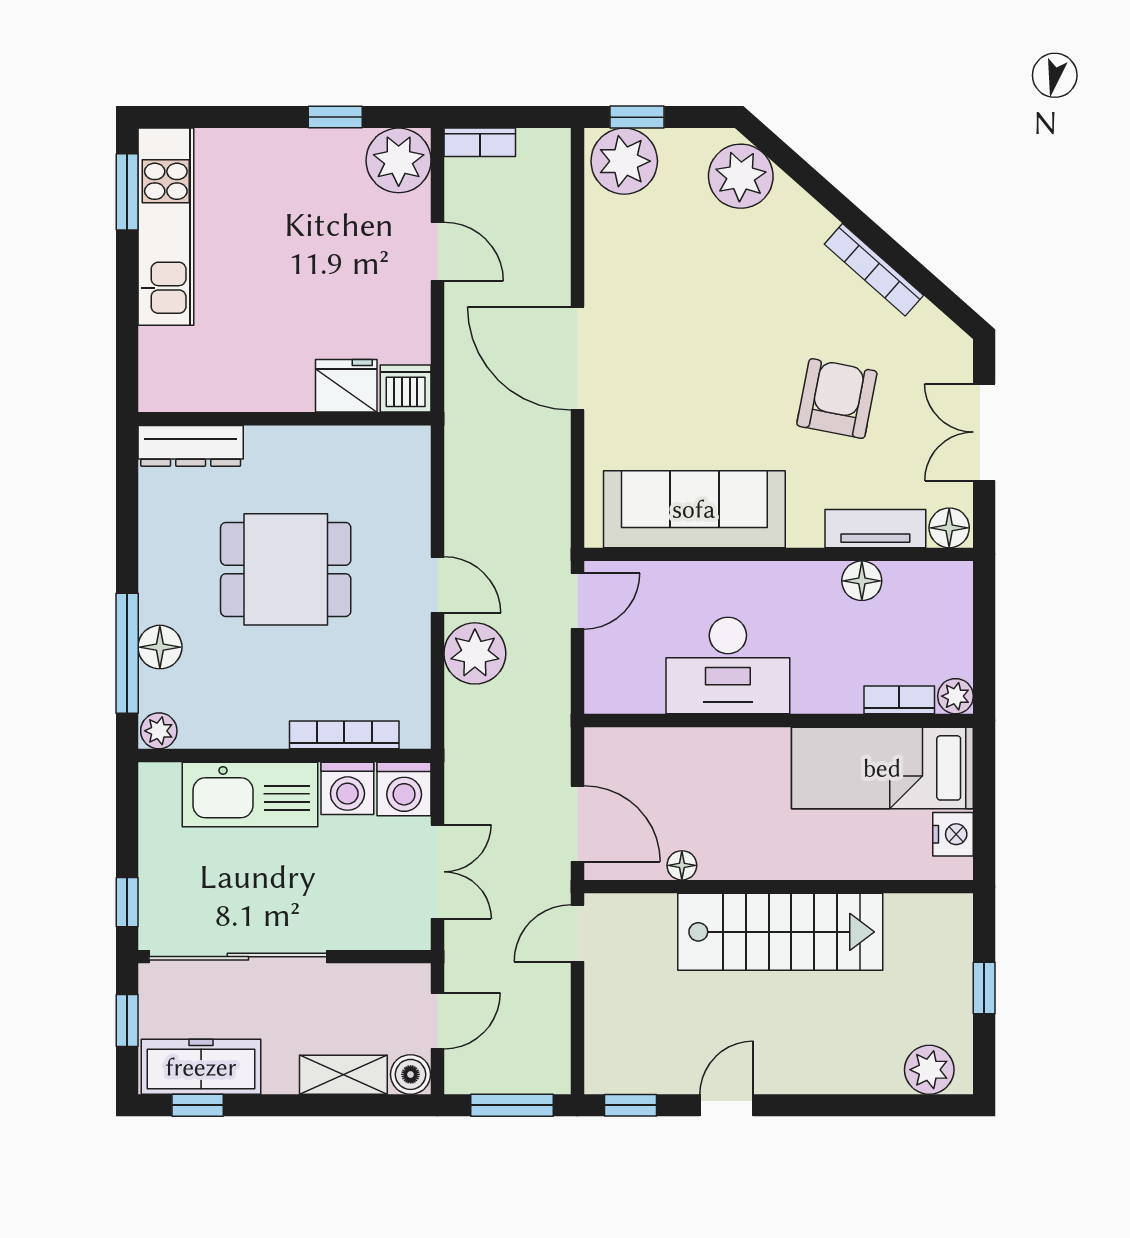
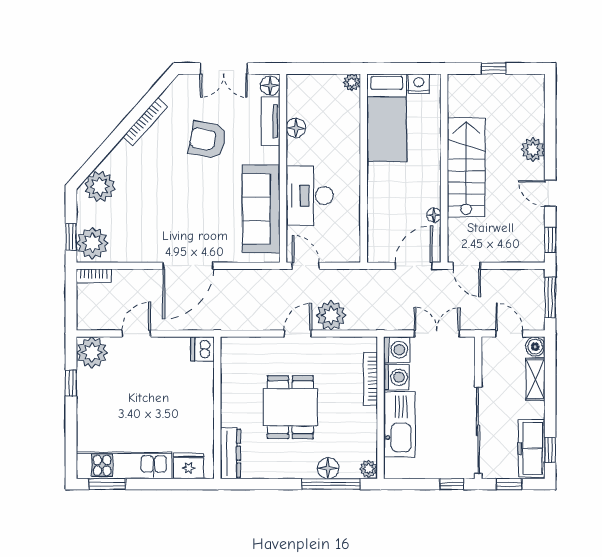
bookcase: (480, 142) -> (94, 276), moved, turned 90
fridge: (346, 386) -> (189, 466), moved, turned 90
desk: (728, 665) -> (310, 196), moved, turned 180
bookcase: (899, 700) -> (354, 110), removed
plant: (929, 1070) -> (533, 150), moved

